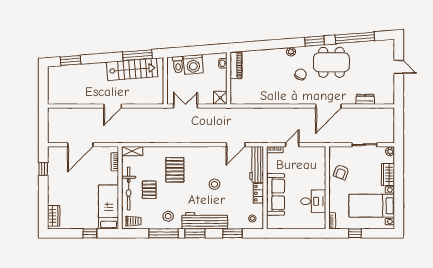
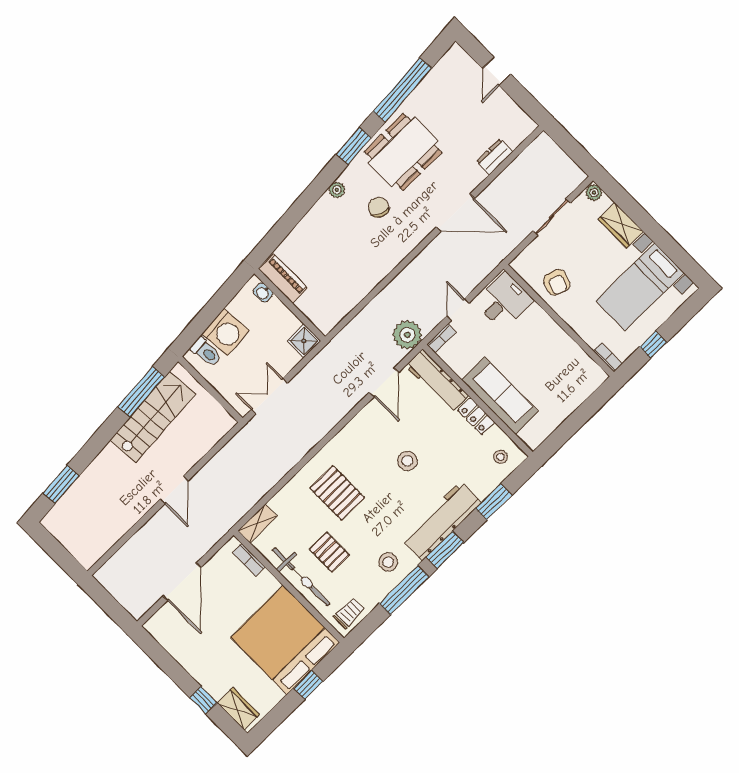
door: (399, 67) -> (497, 71), swing flipped
door: (328, 106) -> (455, 213), hinge flipped
plant: (263, 135) -> (407, 335), added
window: (43, 169) -> (203, 700), moved
desk: (313, 201) -> (504, 301), moved
bed: (109, 207) -> (285, 640), width x2.04

